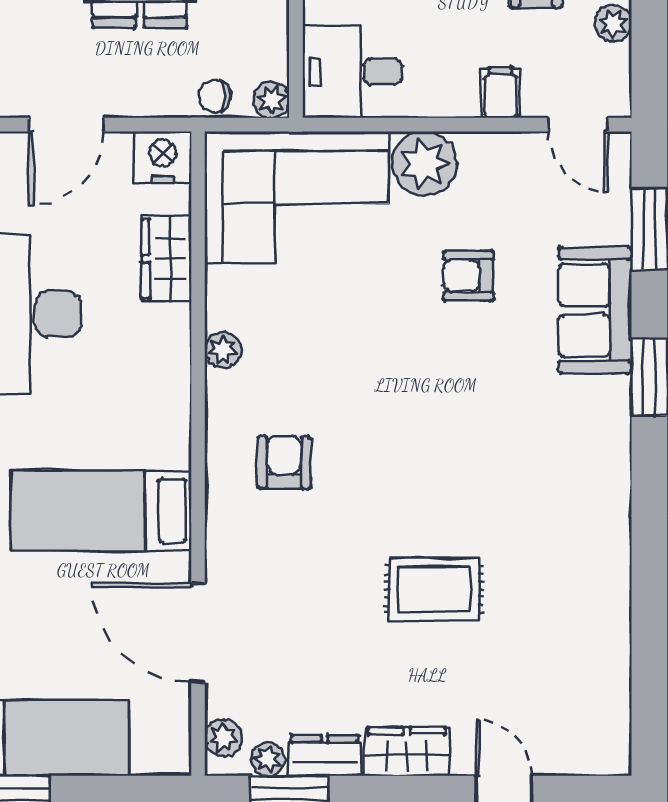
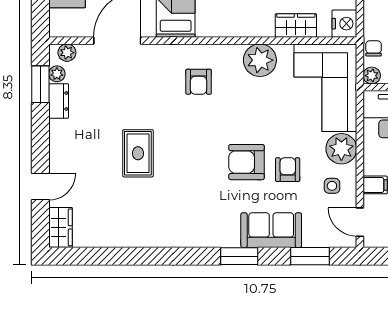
door: (578, 125) -> (360, 222), hinge flipped
side table: (502, 183) -> (332, 186), added
plant: (223, 350) -> (260, 60), width x1.87, depth x1.87
armchair: (453, 362) -> (246, 162), added
armchair: (284, 462) -> (199, 82), turned 90
wardrobe: (407, 752) -> (61, 227), moved

